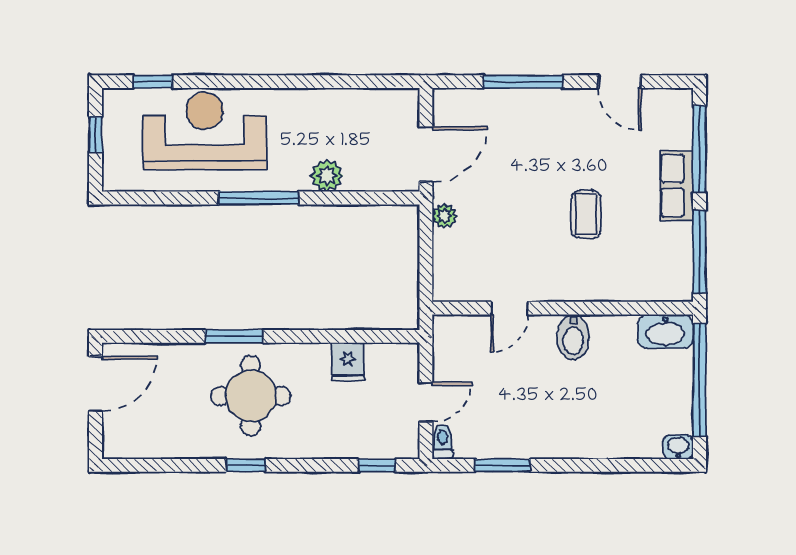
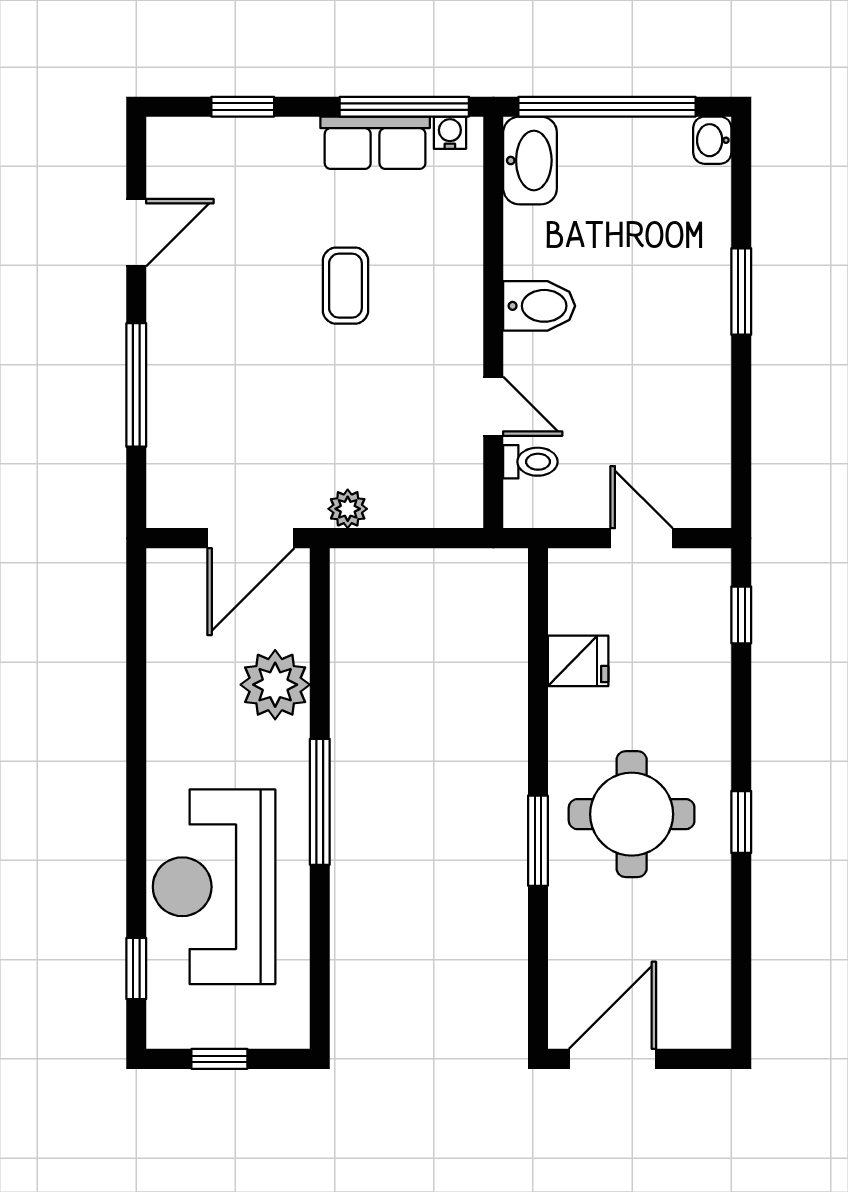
window: (699, 149) -> (243, 107), width x0.46
door: (426, 154) -> (251, 538), swing flipped
plant: (327, 176) -> (275, 685), width x1.36, depth x1.36
row of seats: (677, 186) -> (375, 143), moved
coffee table: (586, 214) -> (345, 286), turned 90
water cooler: (683, 281) -> (450, 133), added
door: (95, 384) -> (613, 1059), hinge flipped
toilet: (443, 442) -> (530, 462), moved, turned 180
window: (503, 465) -> (741, 292), moved

